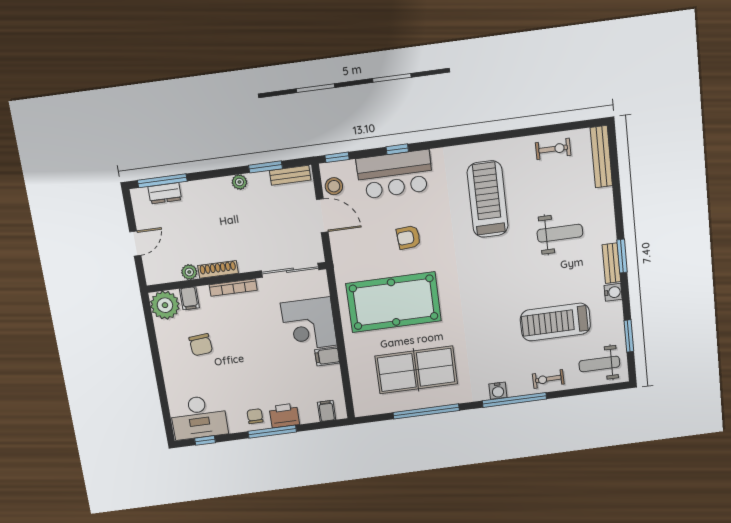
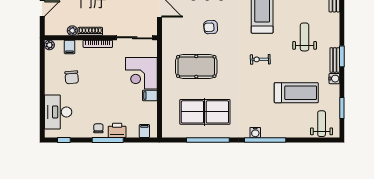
weight bench: (560, 233) -> (305, 37), turned -90
pool table: (394, 302) -> (196, 66), width x0.73, depth x0.76
plant: (165, 305) -> (49, 45), width x0.53, depth x0.53
treadmill: (555, 322) -> (296, 93), turned 180
weight bench: (599, 364) -> (322, 124), turned 90
exercise bike: (548, 379) -> (260, 59), moved
desk: (199, 417) -> (58, 112), moved, turned 90

